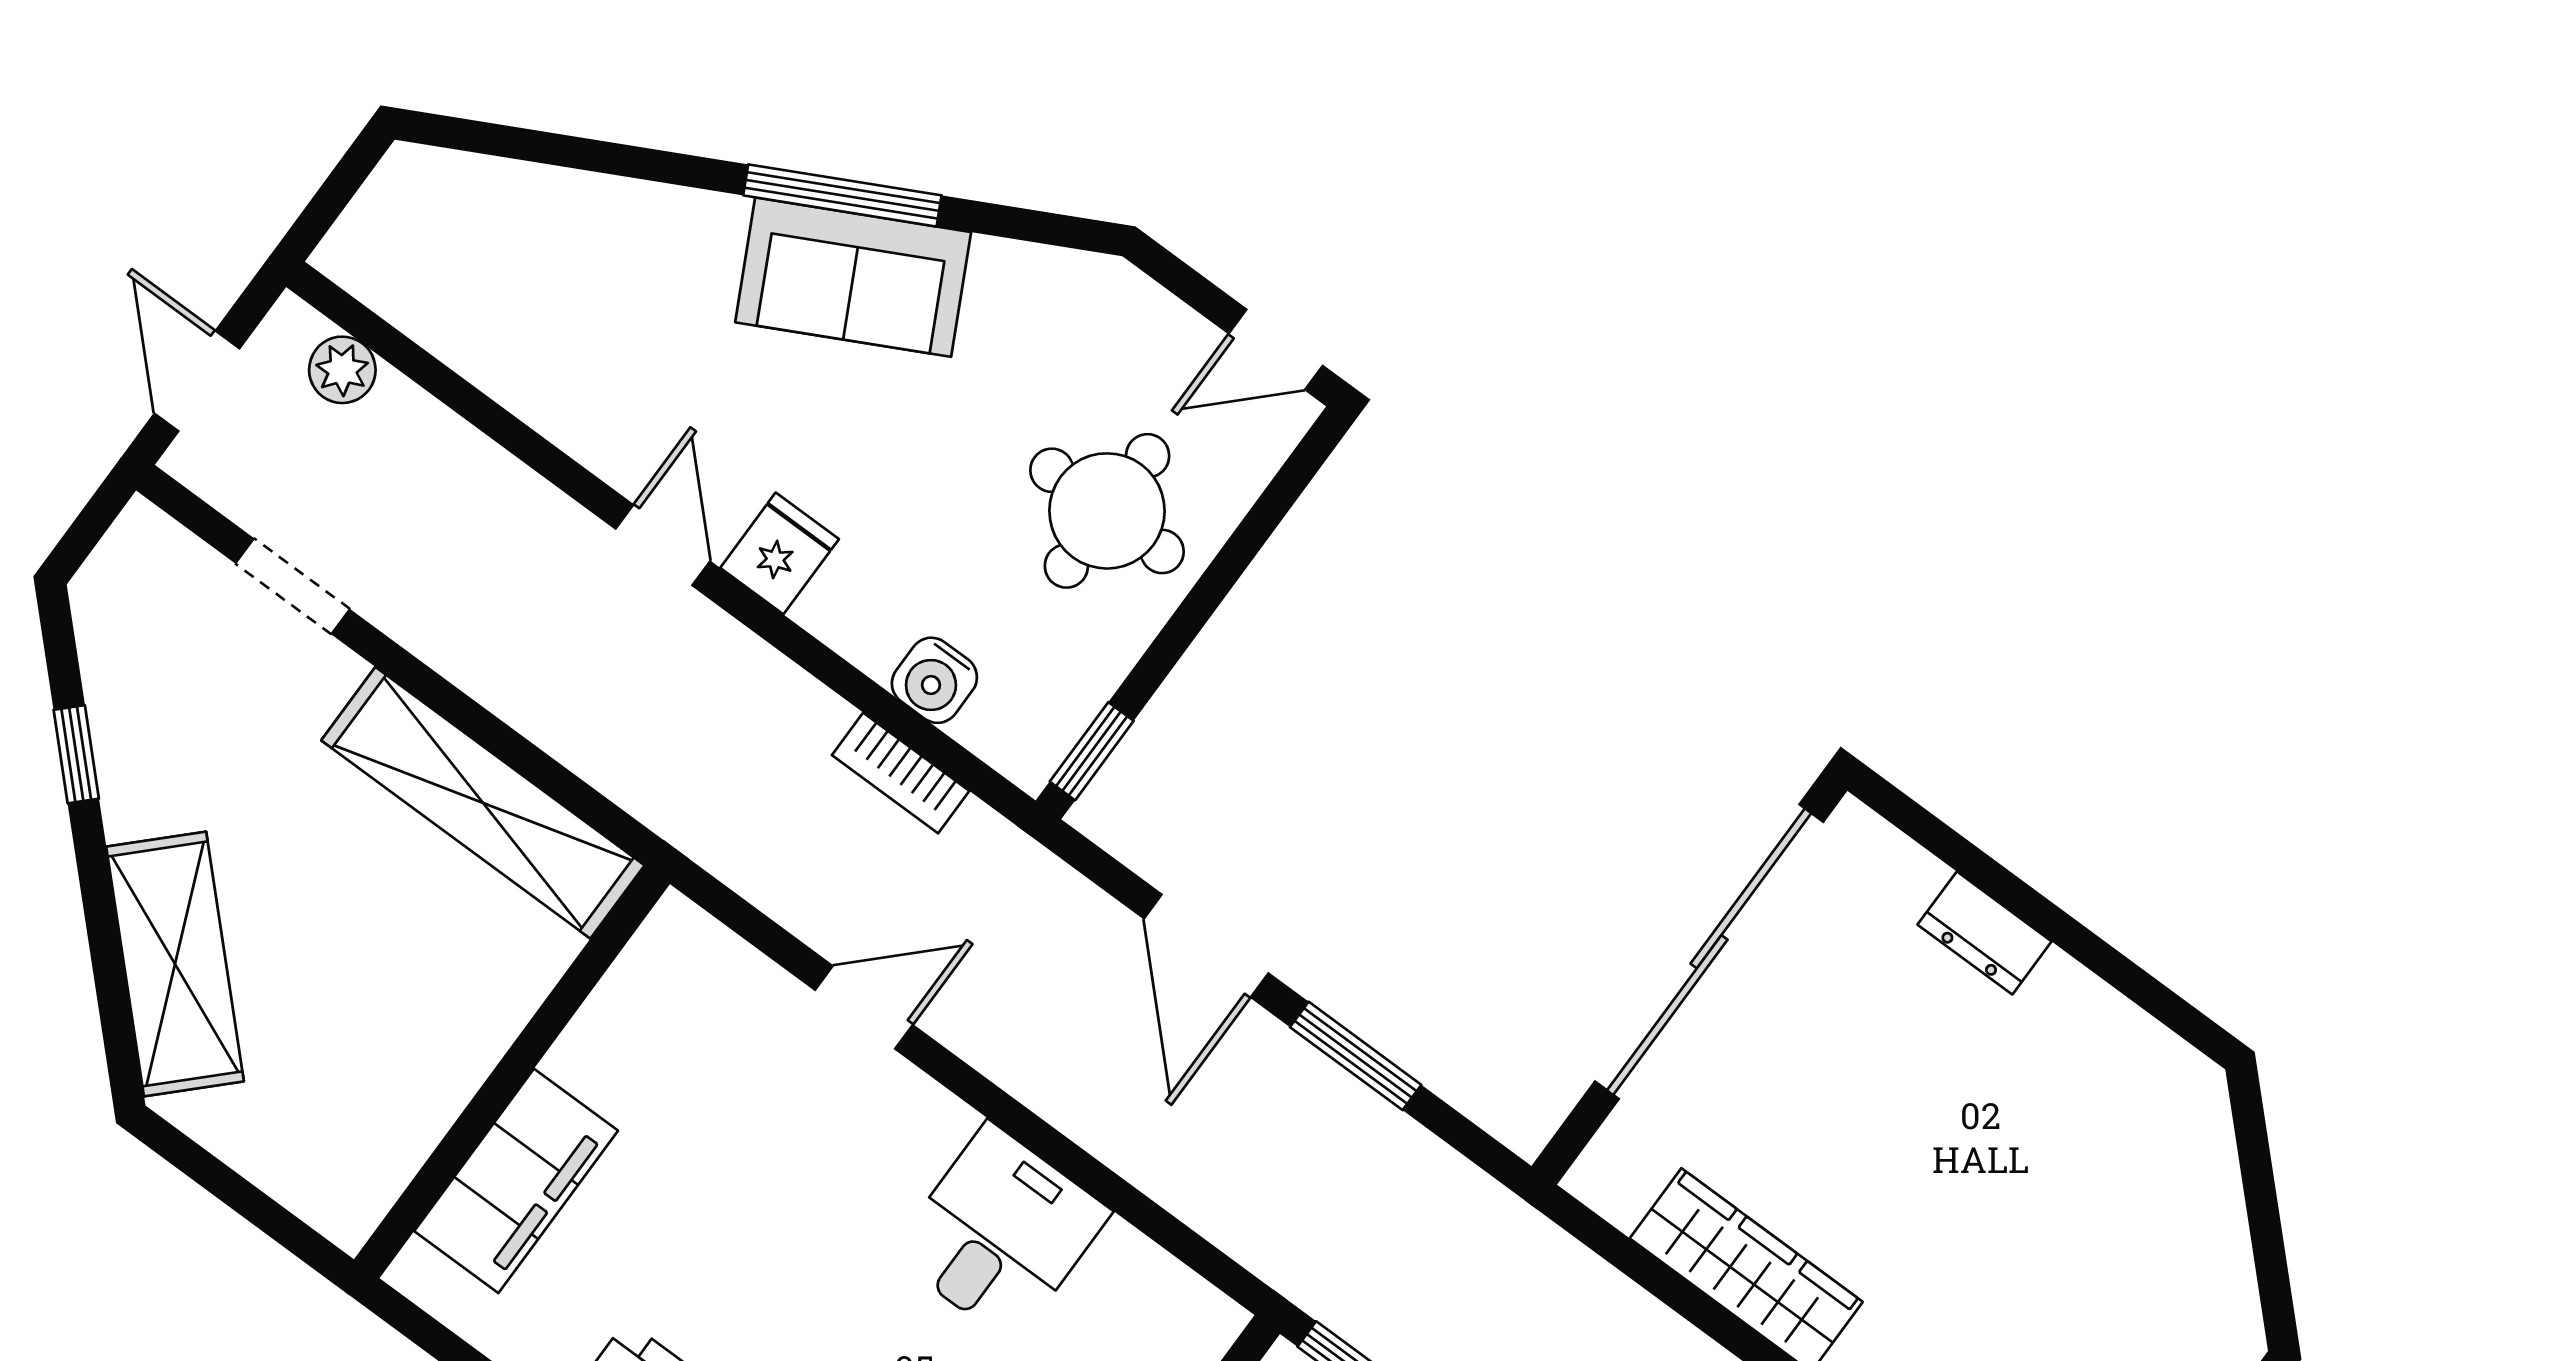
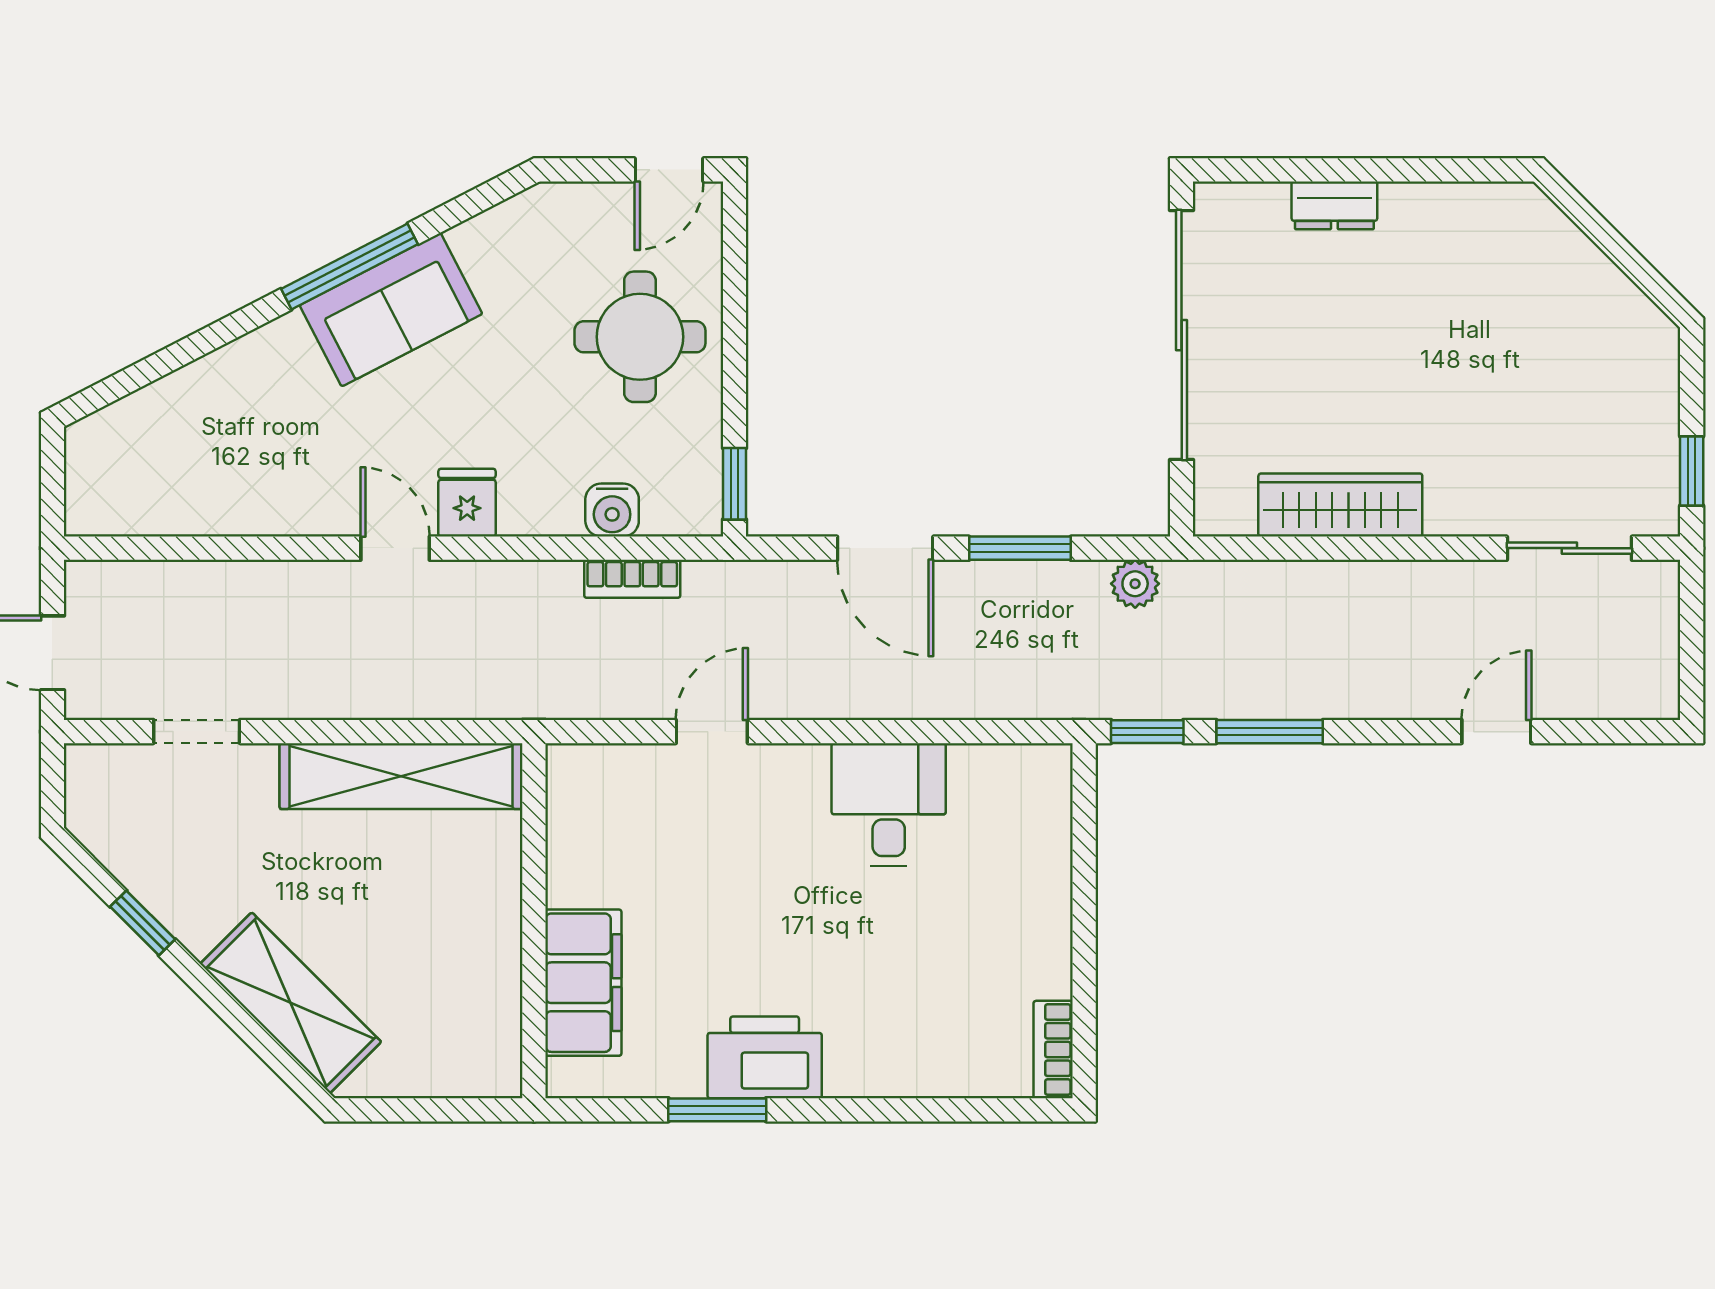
plant: (342, 370) -> (1135, 584), moved

